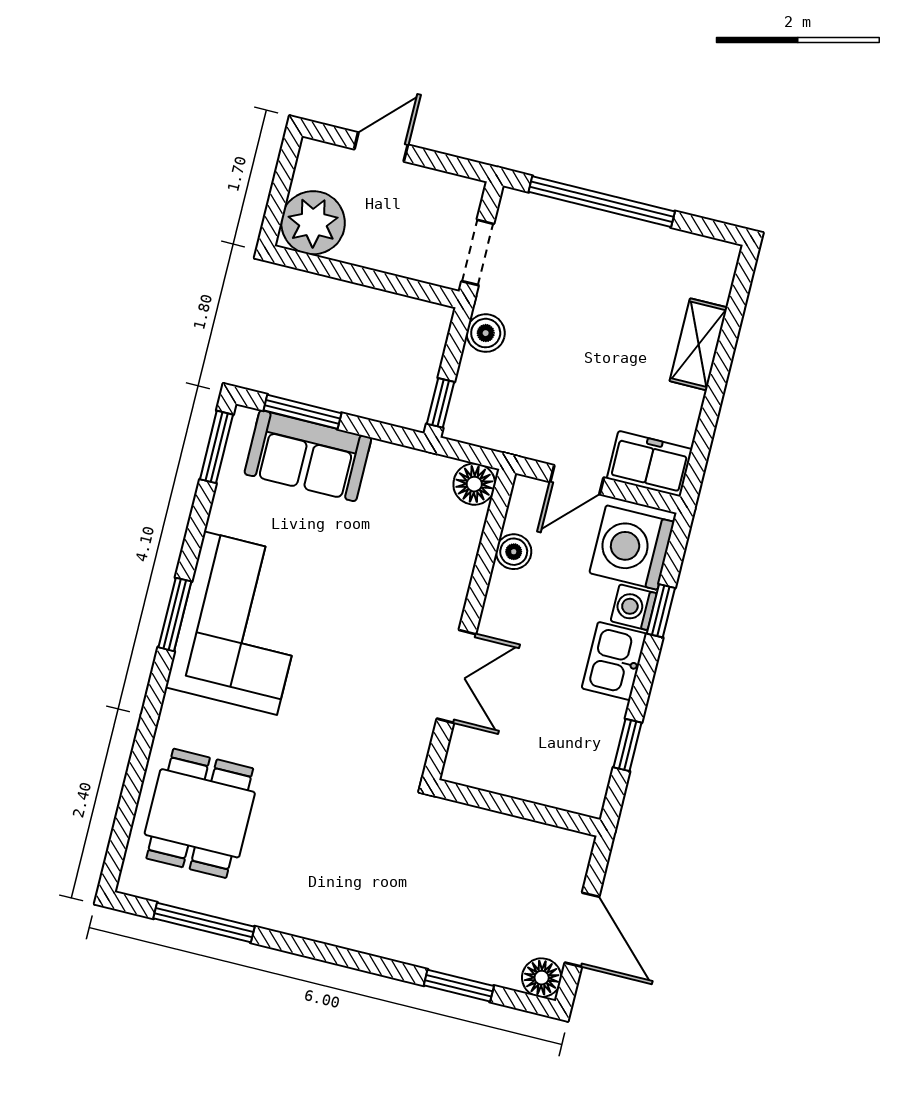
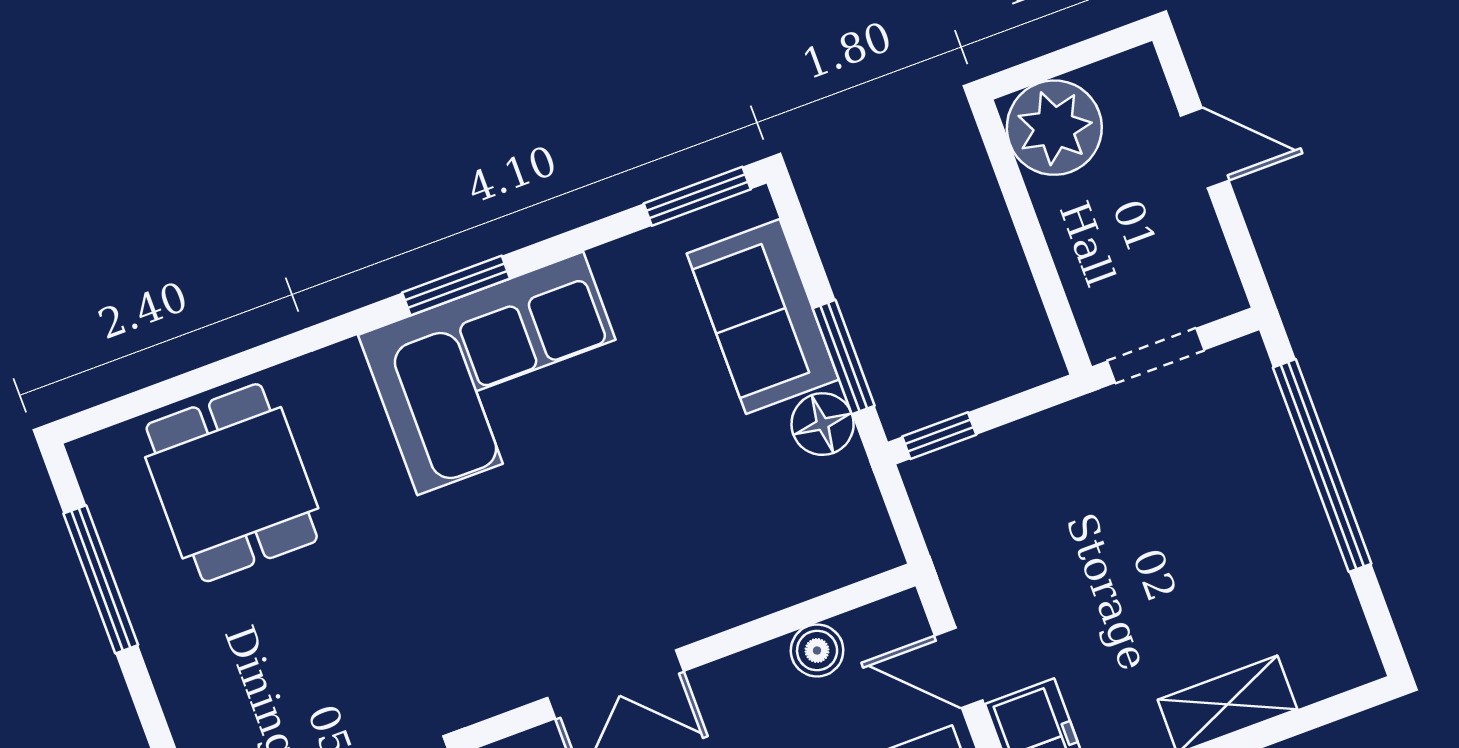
boiler: (486, 333) -> (1063, 433), removed
window: (302, 412) -> (844, 357), moved
floor lamp: (474, 484) -> (823, 424), moved
dining table: (200, 813) -> (232, 483), turned 90

